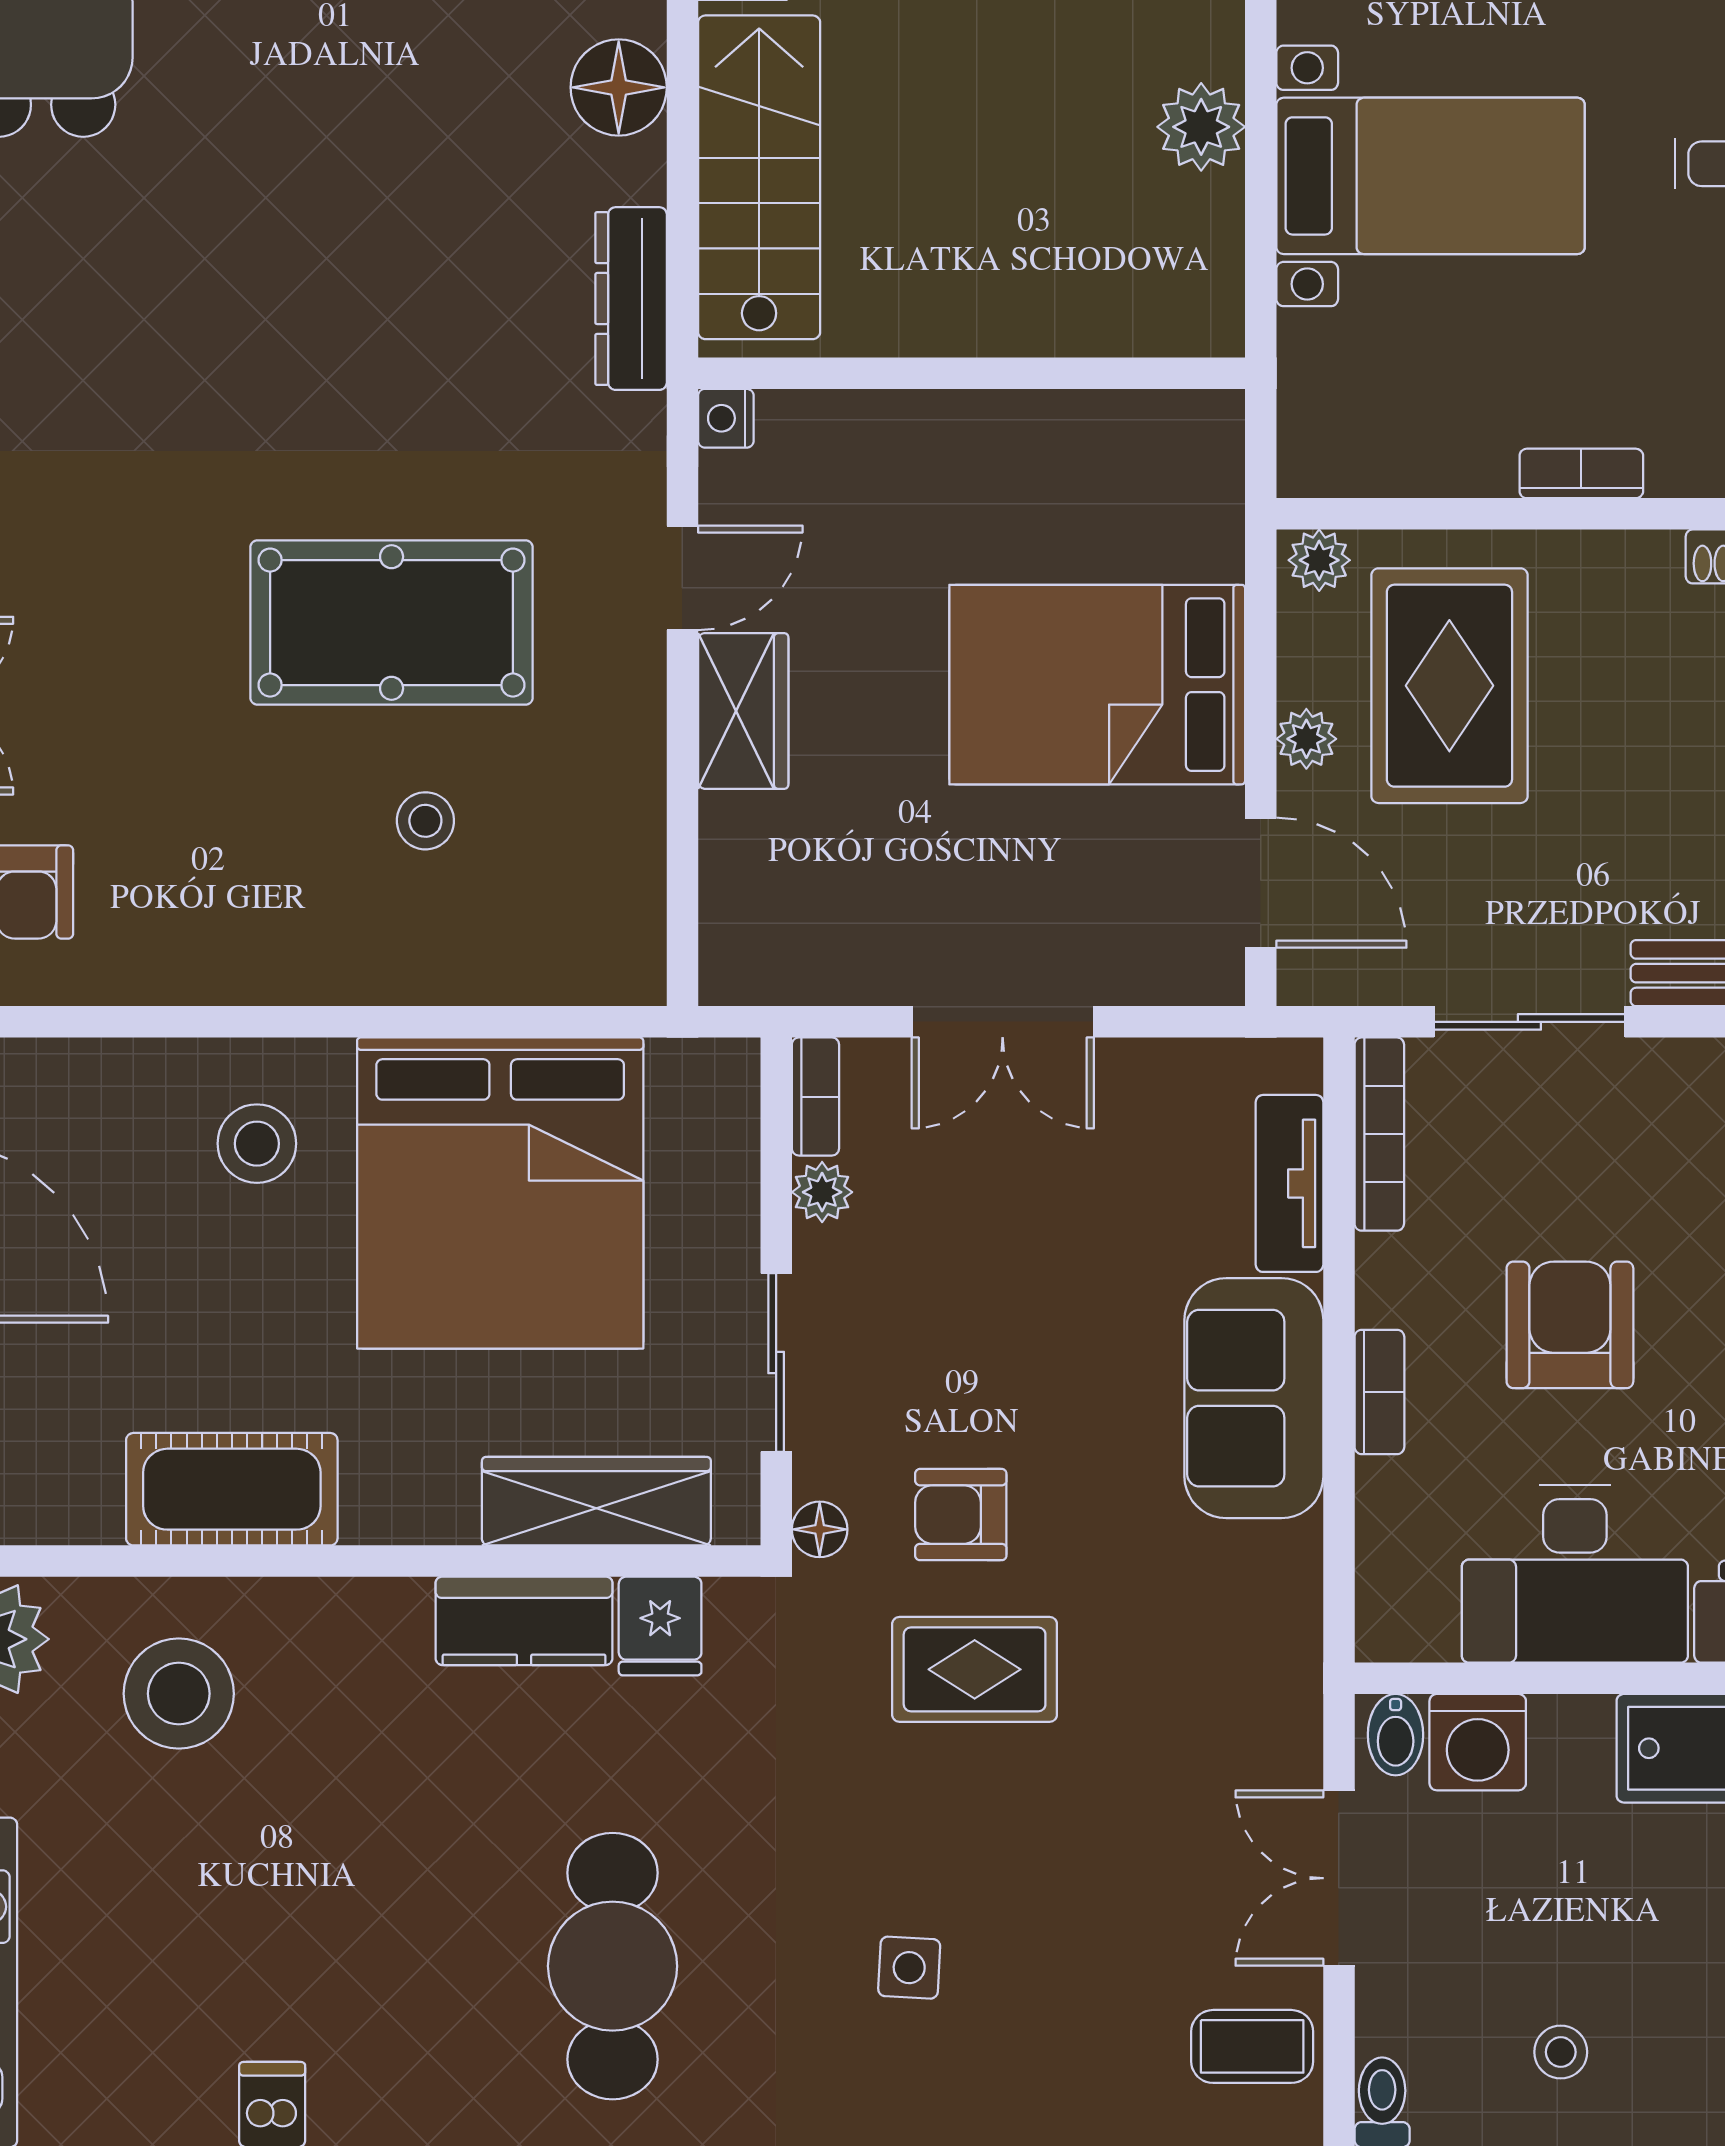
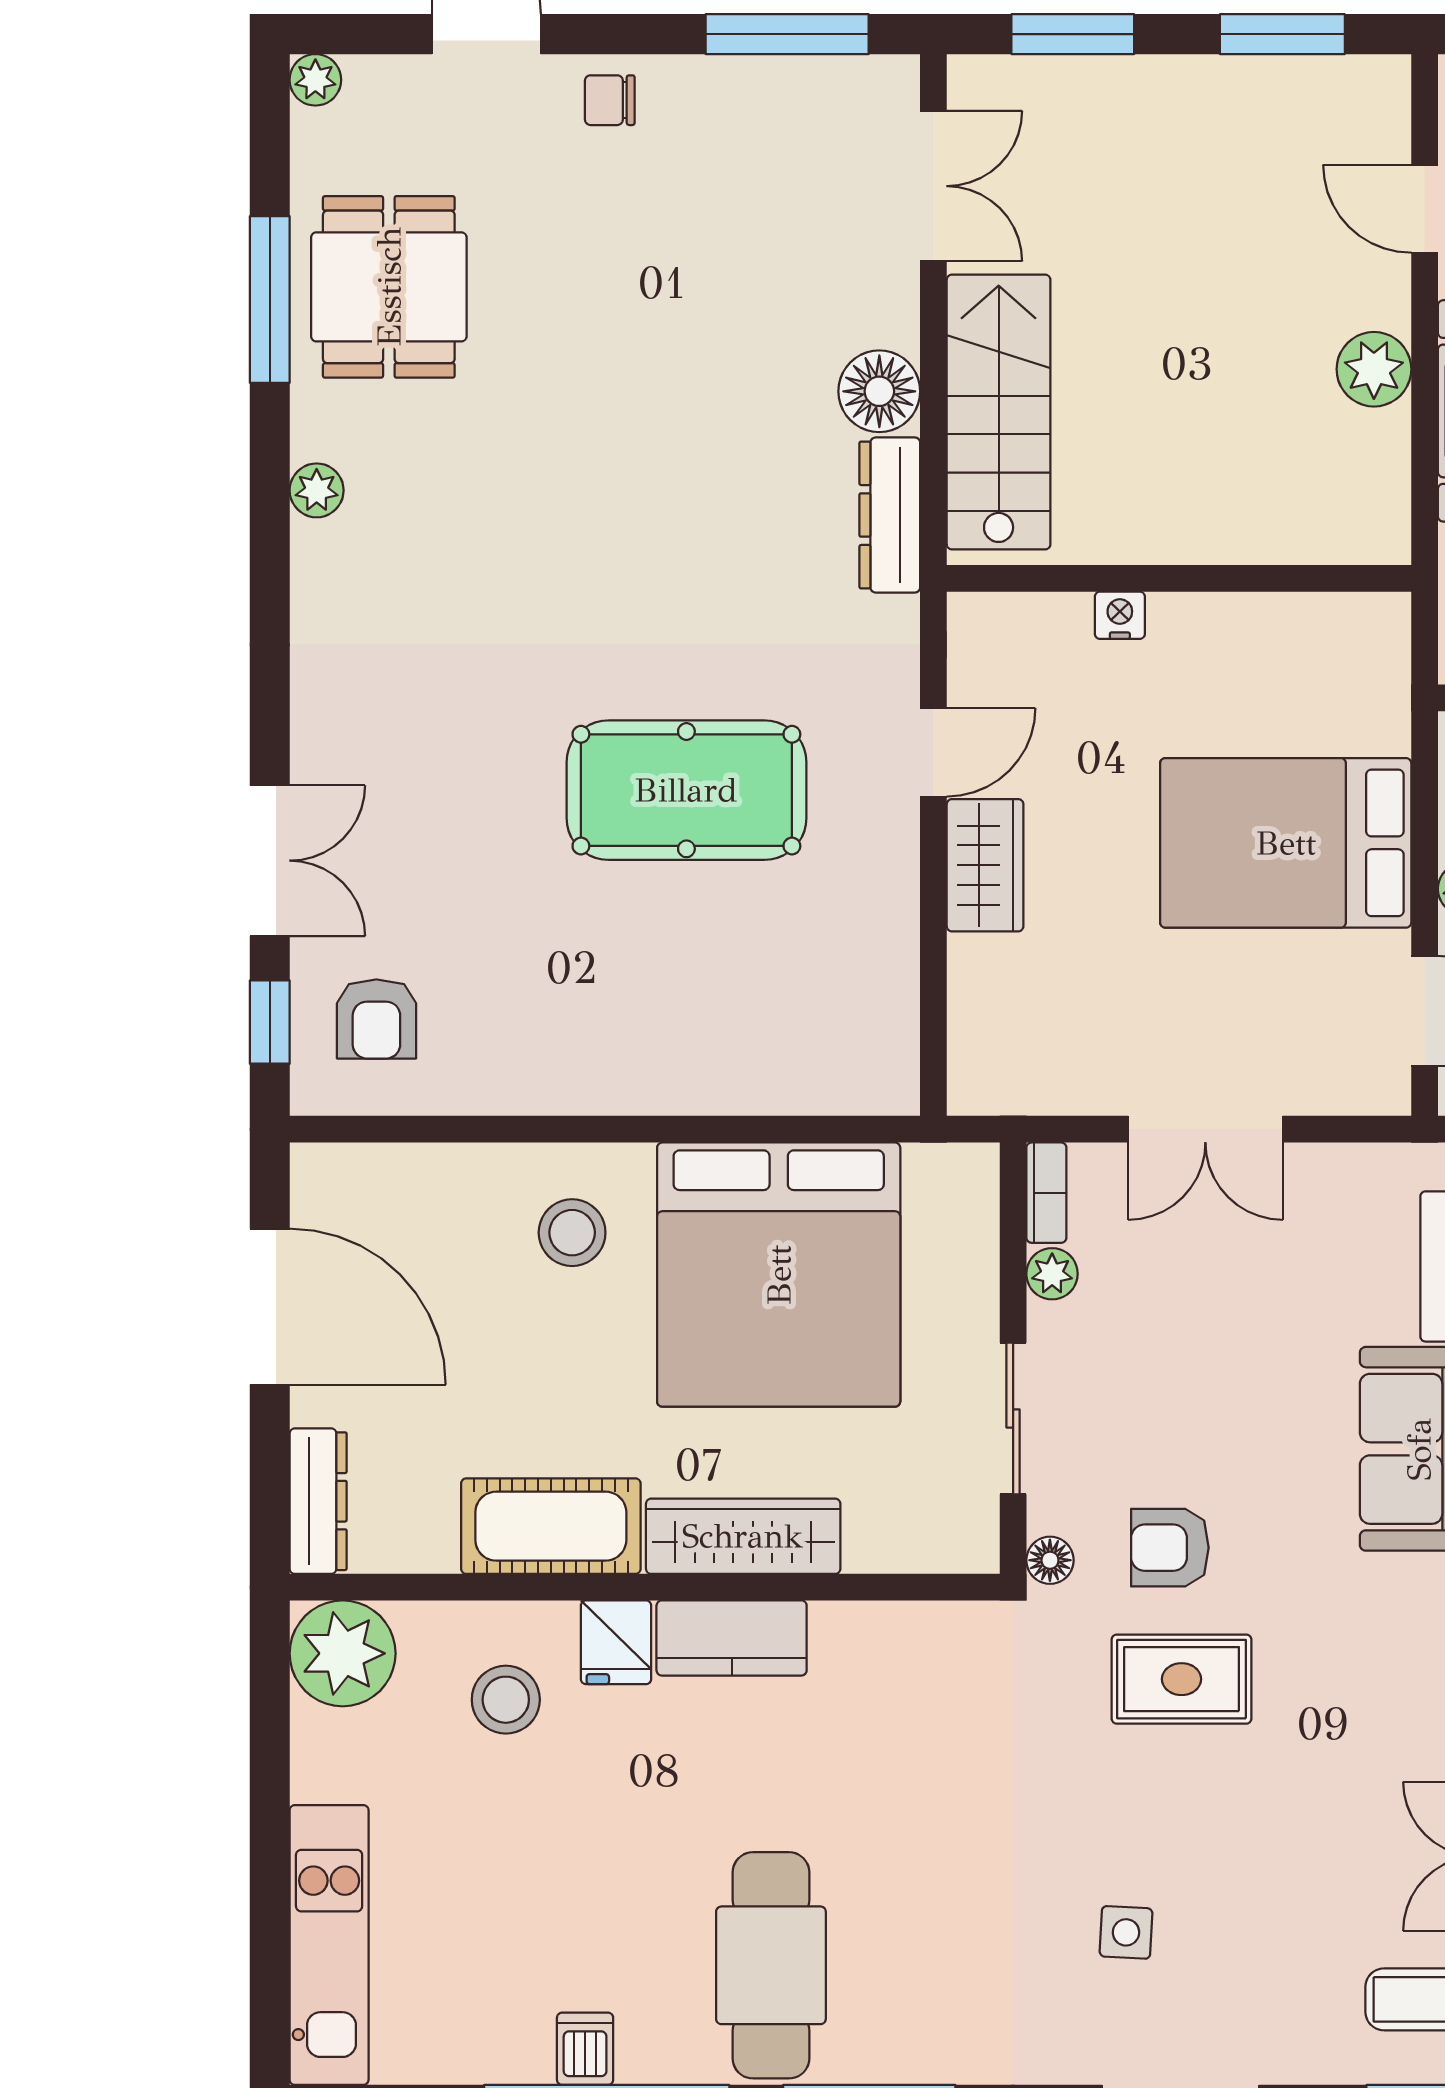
floor lamp: (619, 87) -> (879, 391), moved
nightstand: (726, 418) -> (1120, 615), moved, turned 90
stool: (425, 821) -> (715, 959), removed
wardrobe: (596, 1501) -> (743, 1536), moved
kitchen counter: (524, 1621) -> (732, 1638), moved
fridge: (660, 1626) -> (616, 1642), moved
stool: (179, 1694) -> (506, 1700), width x0.73, depth x0.73
cafe table: (613, 1966) -> (771, 1965), moved

